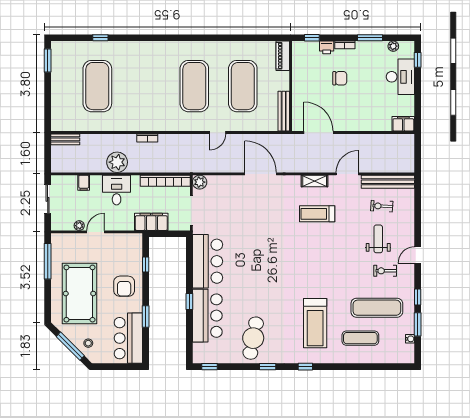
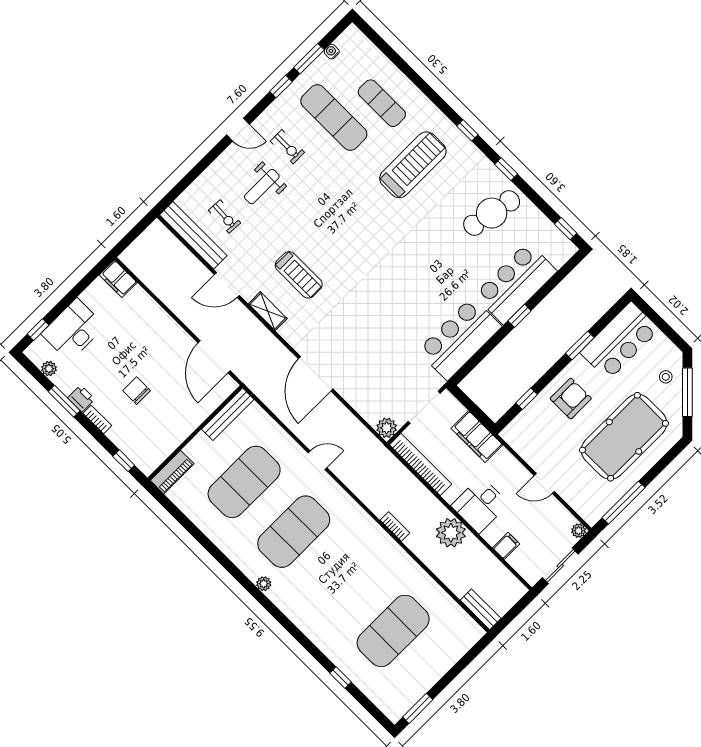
plant: (184, 46) -> (264, 584), added
printer: (327, 47) -> (81, 398), moved
plant: (79, 226) -> (579, 531), moved

